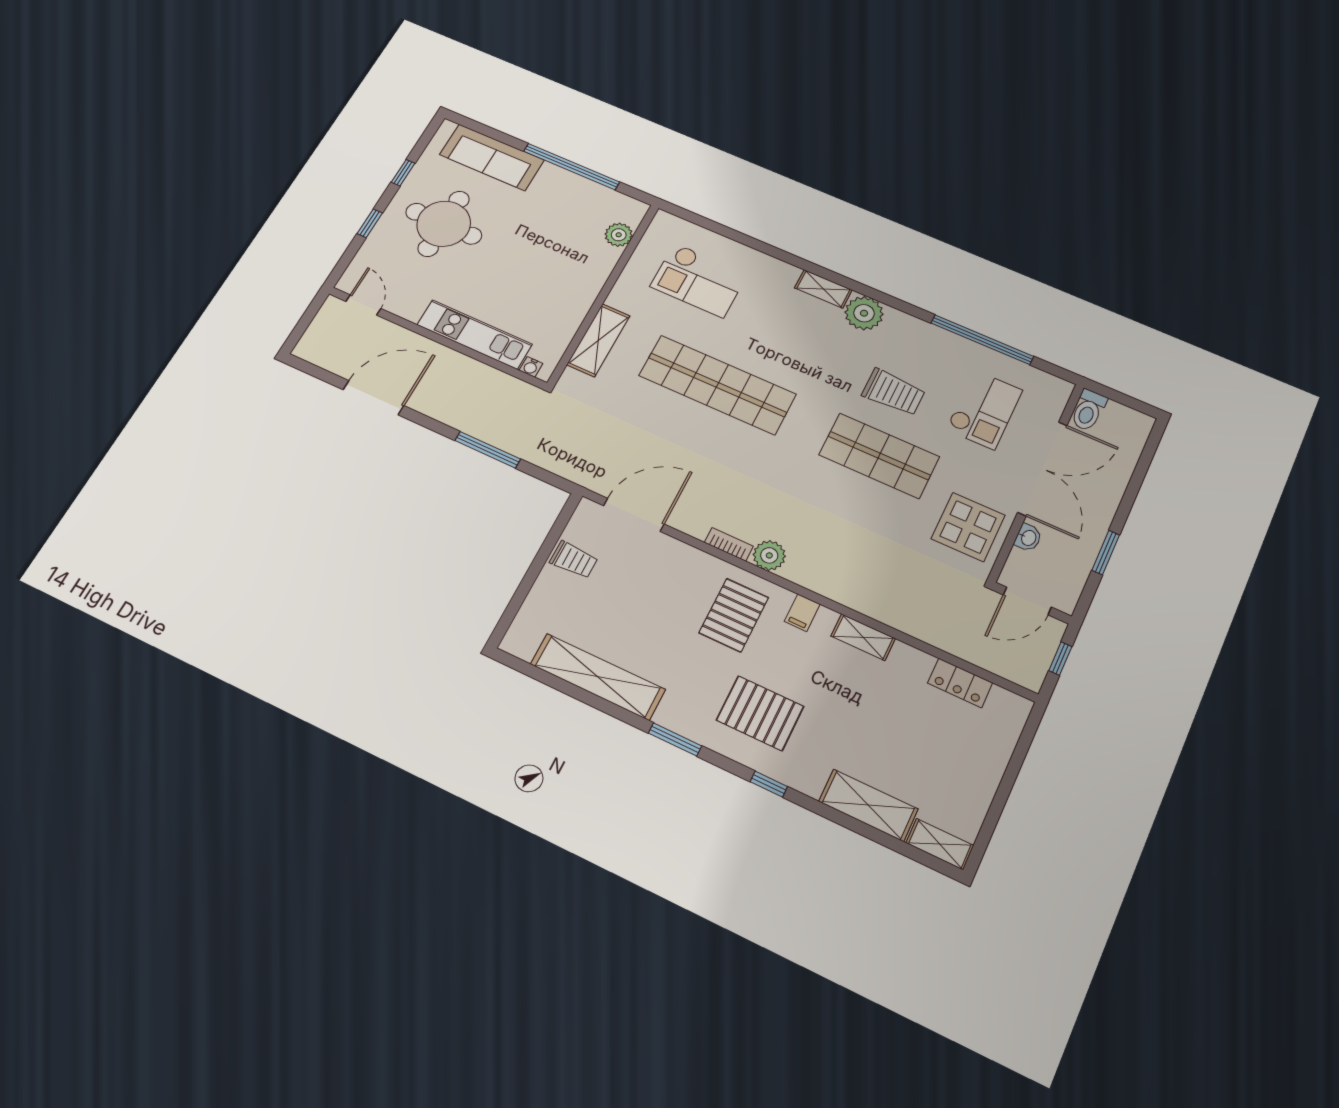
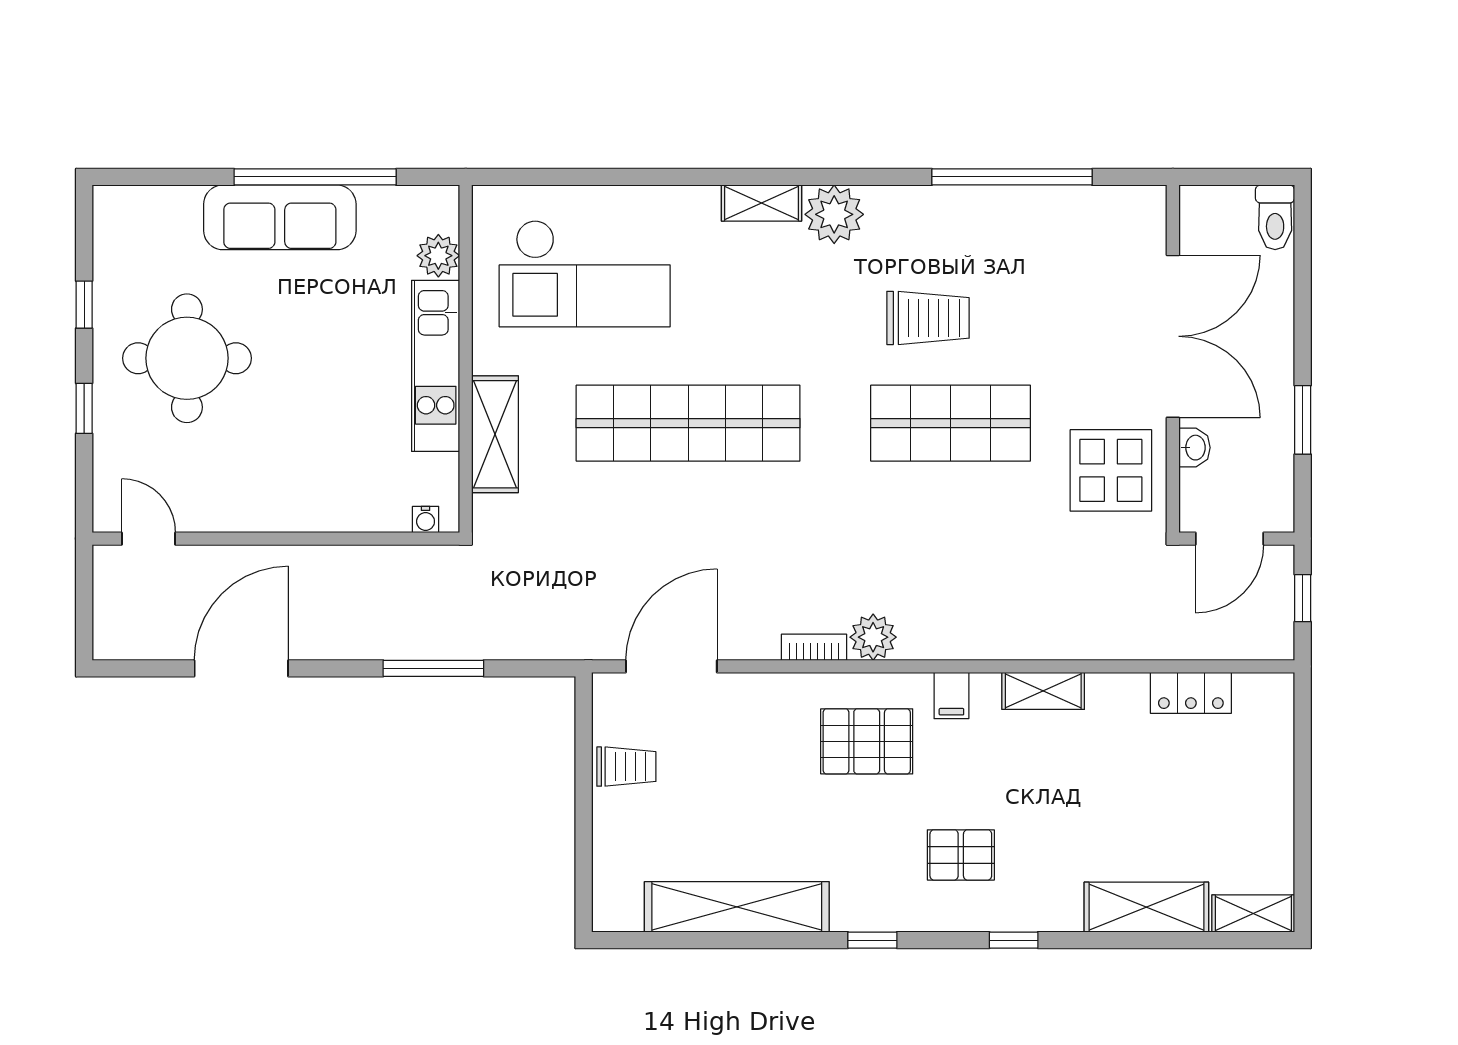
sofa: (492, 157) -> (280, 217), moved
checkout: (699, 280) -> (585, 273), width x1.36, depth x1.21
kitchen unit: (474, 334) -> (436, 366), moved, turned -90
checkout: (984, 410) -> (1060, 285), removed
toilet: (1088, 410) -> (1275, 217), moved
pallet: (734, 615) -> (867, 741), turned 90
pallet: (760, 713) -> (961, 855), width x0.67, depth x0.71
window: (675, 739) -> (872, 940), width x0.67

